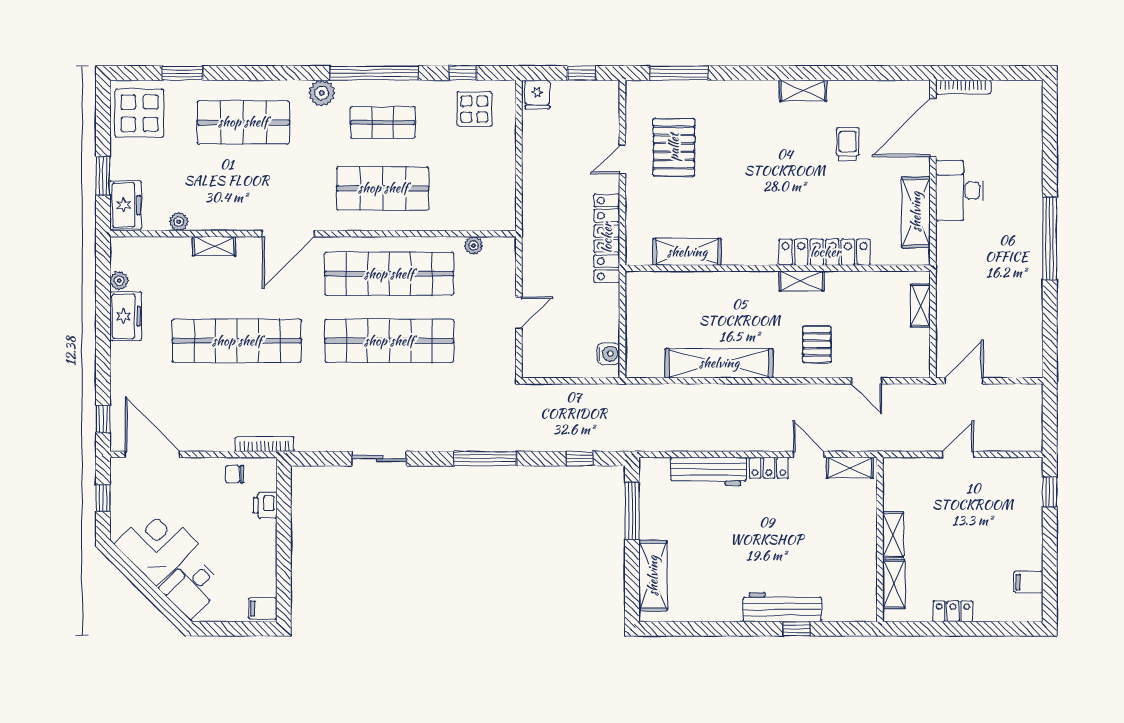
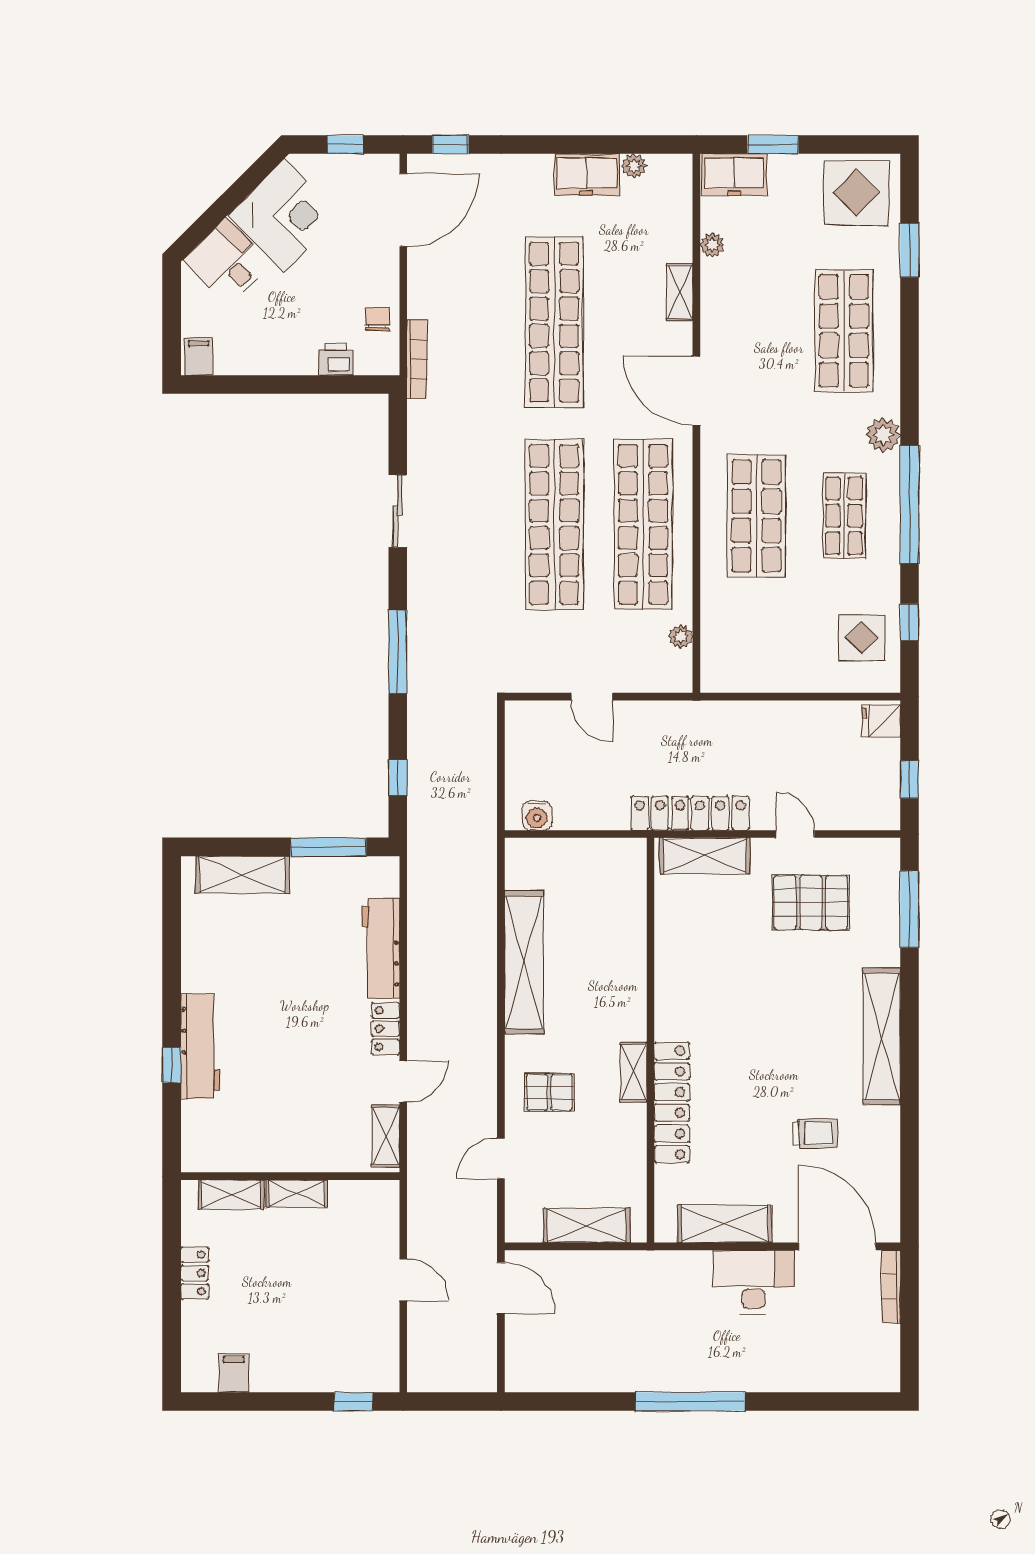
shelving: (803, 91) -> (882, 1037), width x2.20, depth x1.33
shelving: (687, 252) -> (705, 856), moved, turned 90
shelving: (920, 306) -> (587, 1226), width x1.50, depth x1.33

